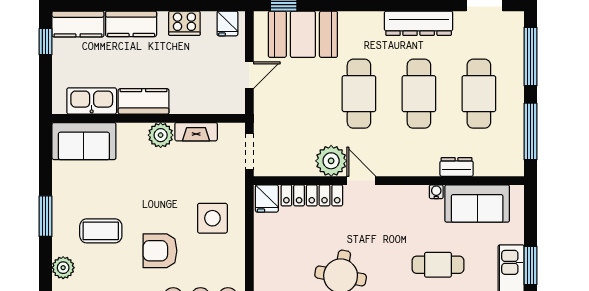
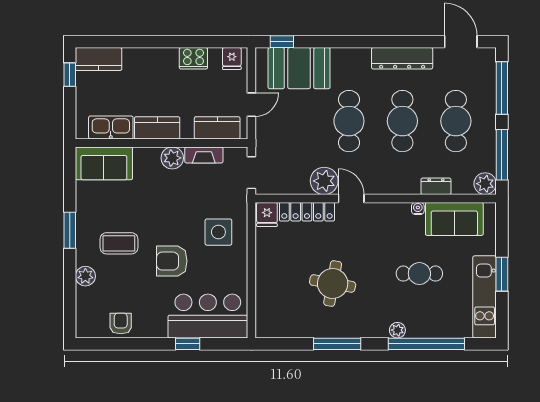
kitchen counter: (131, 24) -> (217, 128), moved, turned 180
plant: (512, 164) -> (485, 184), added

